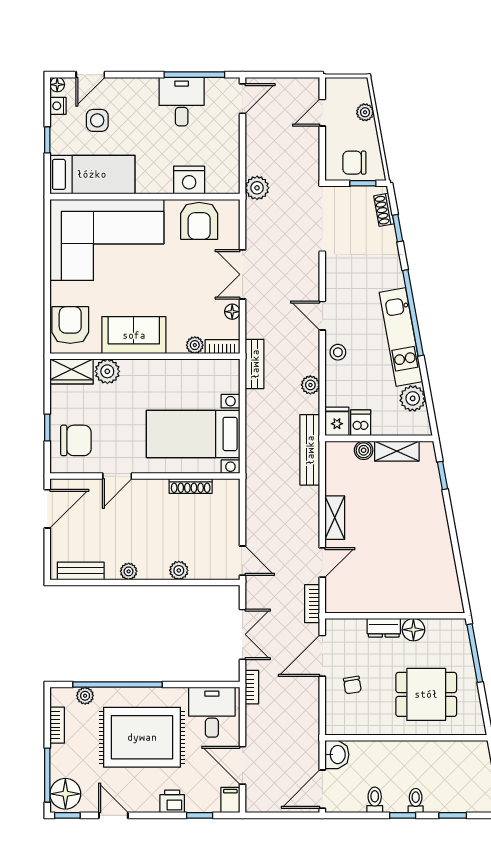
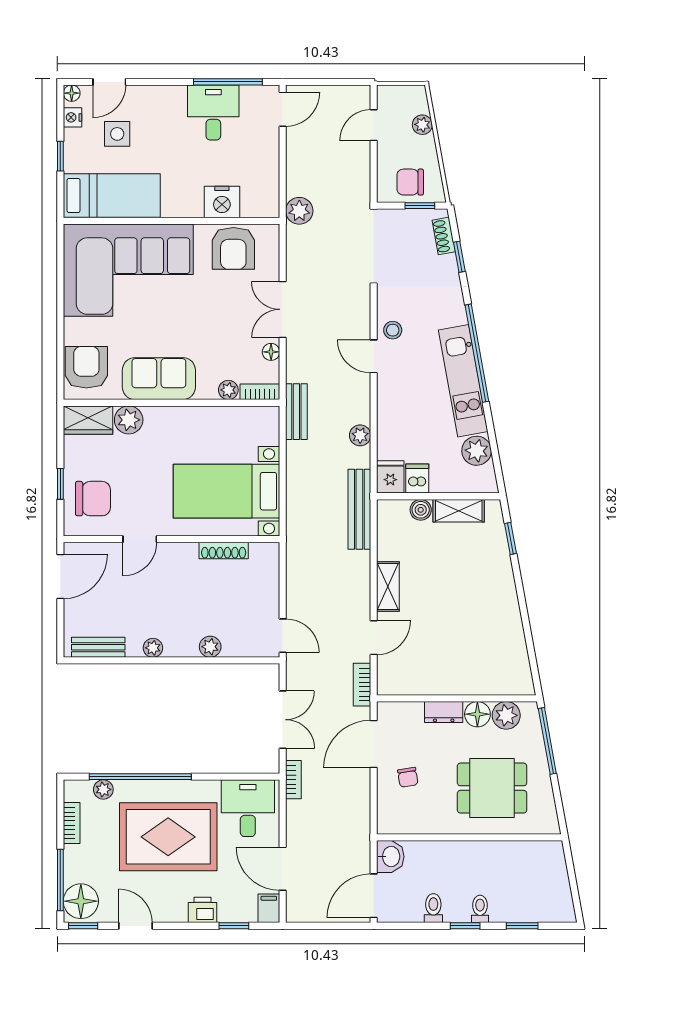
stool: (338, 352) -> (393, 330), moved
plant: (439, 631) -> (506, 715), added

